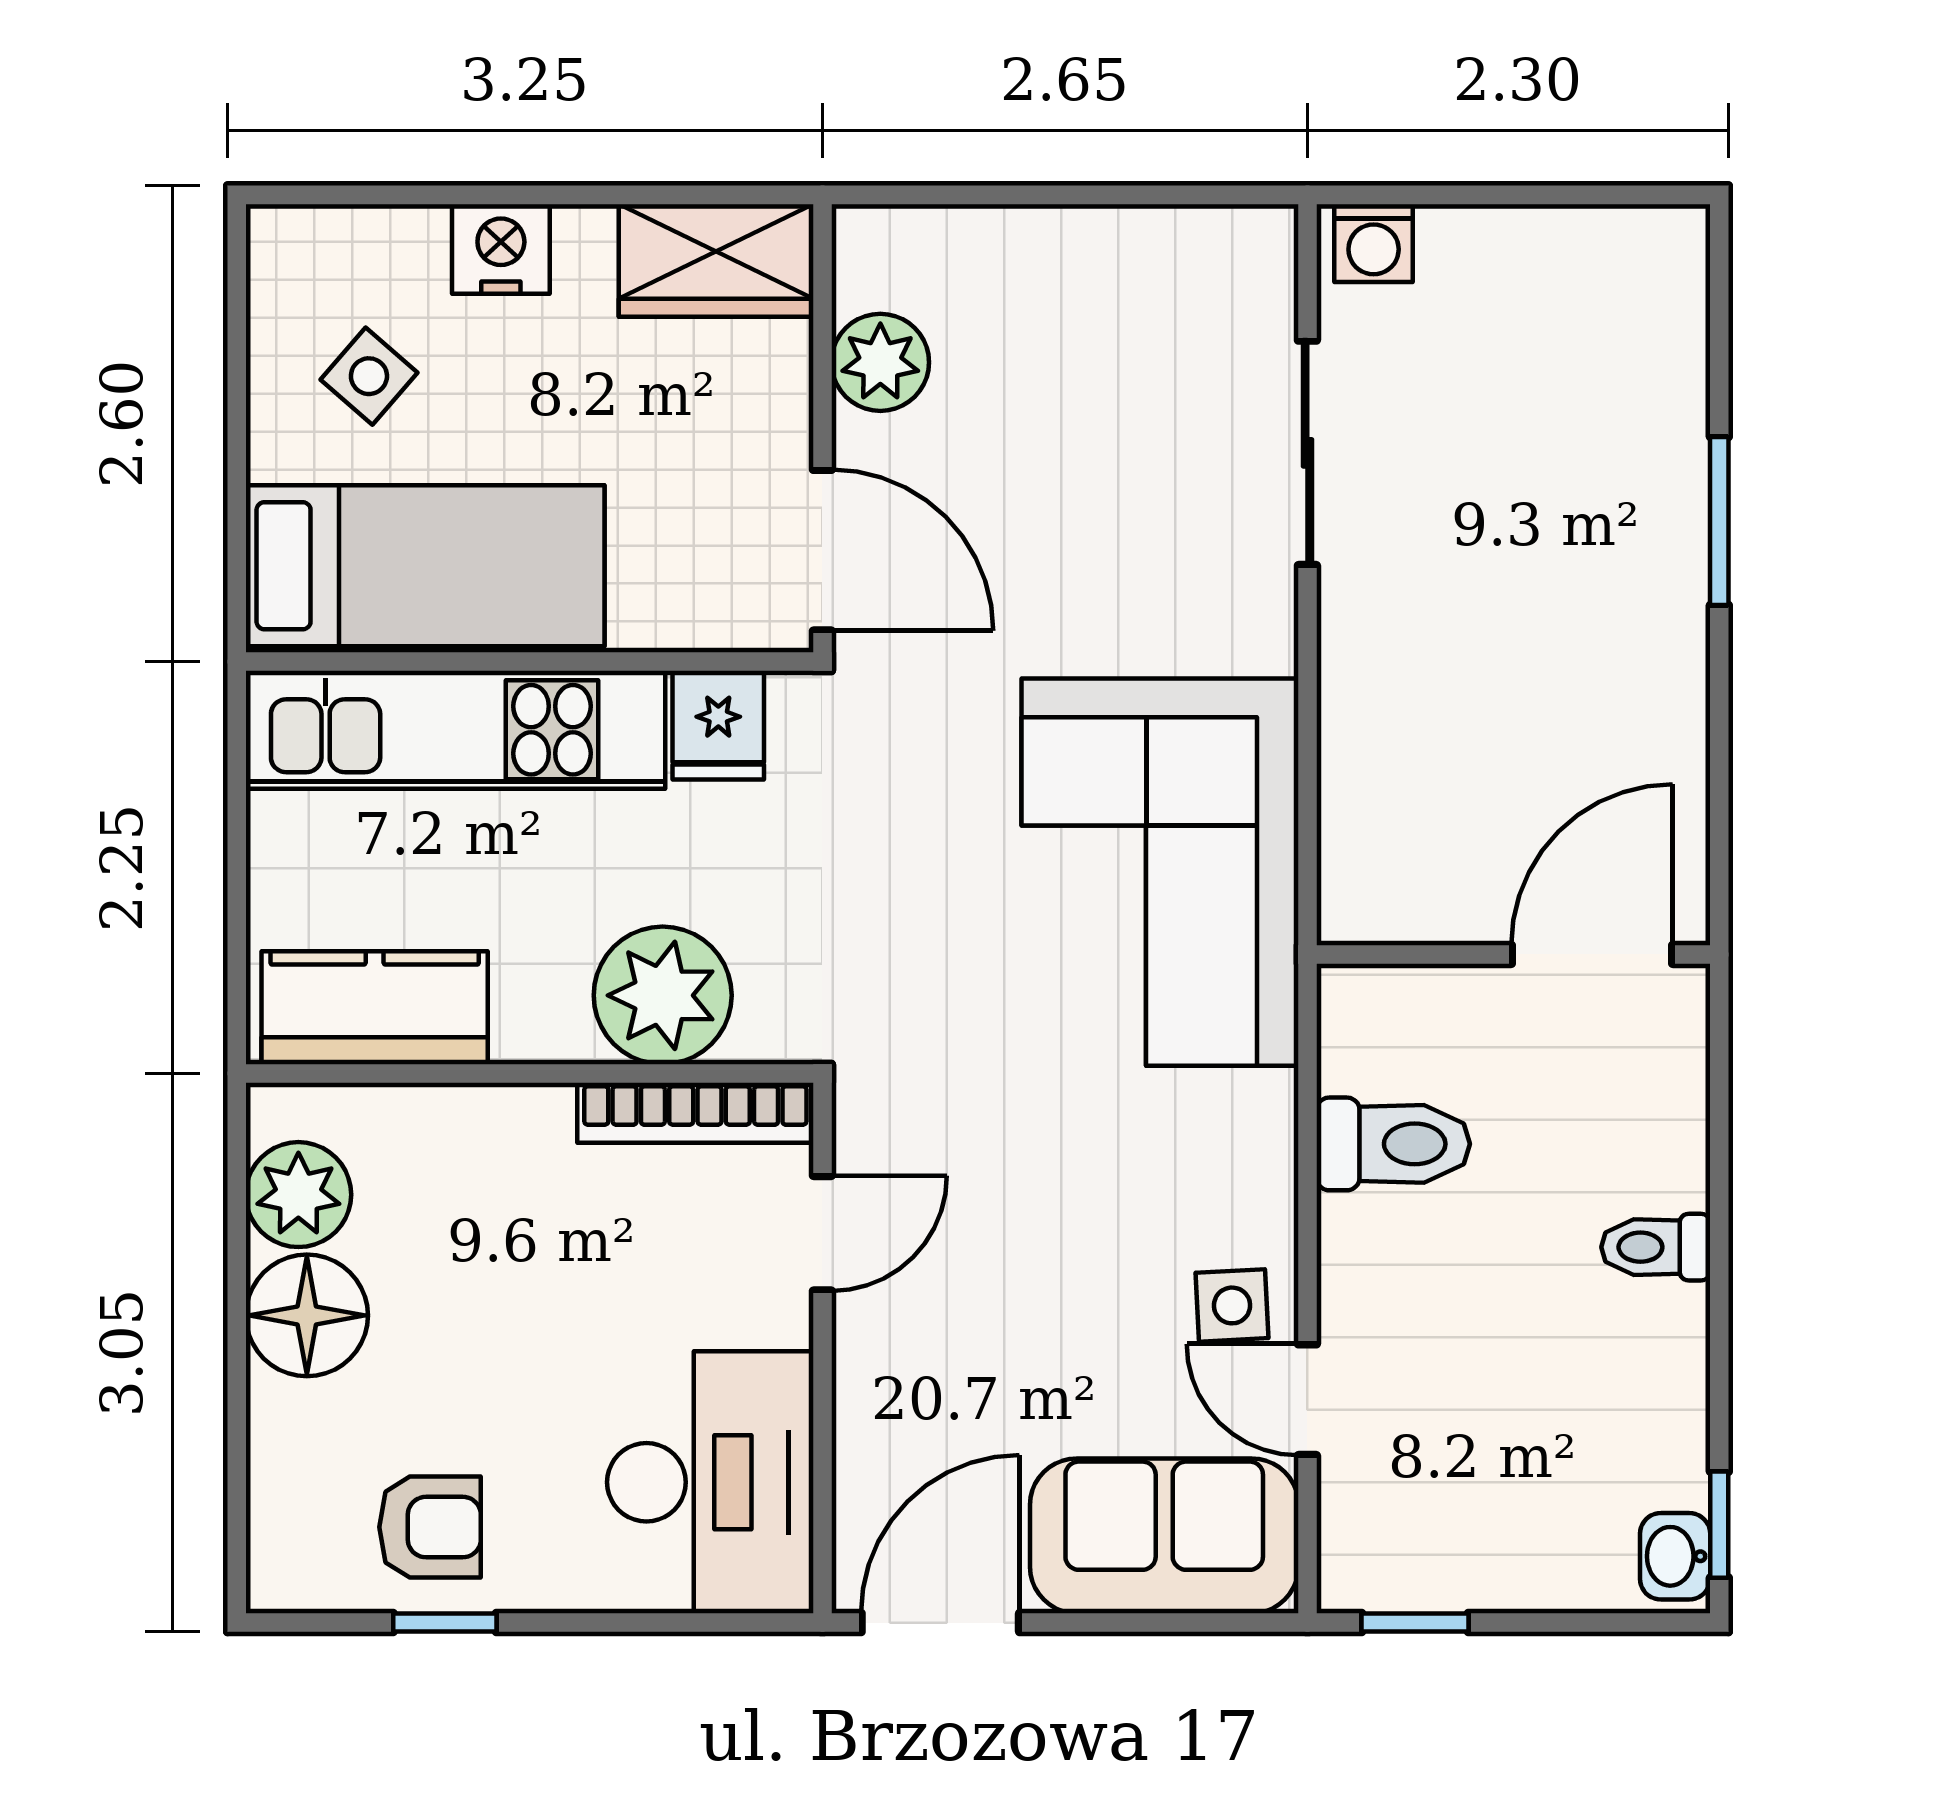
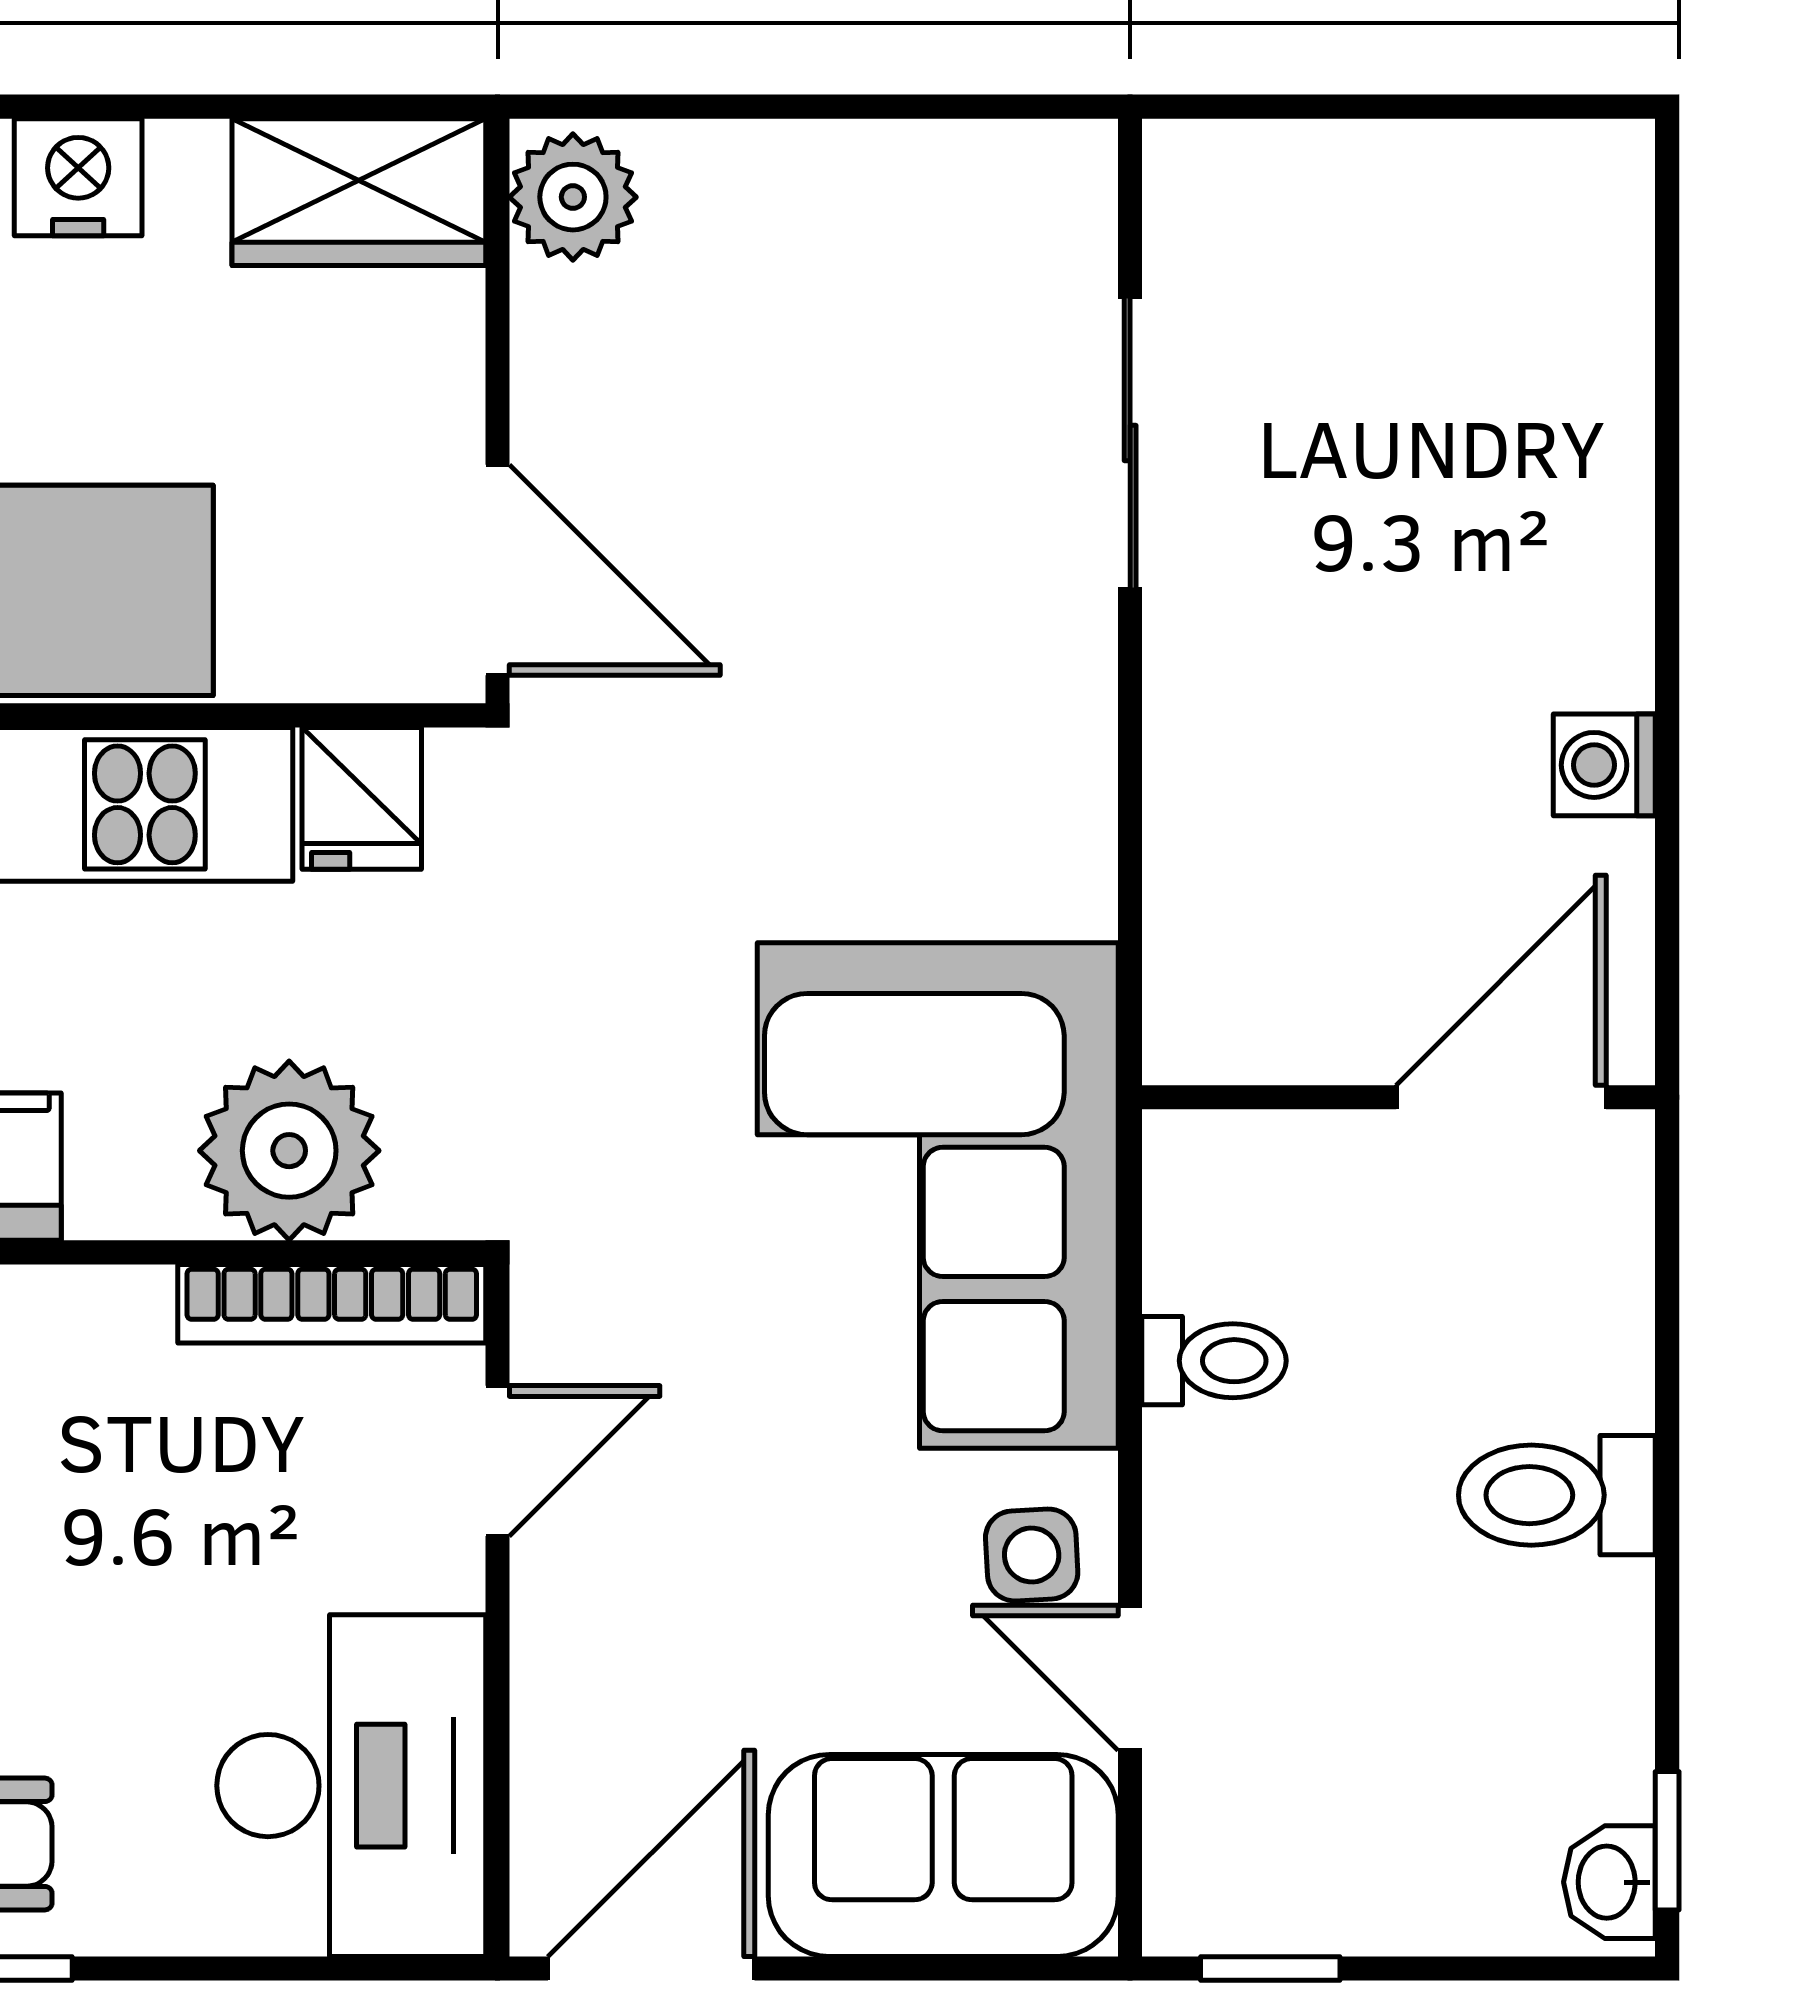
washing machine: (1374, 243) -> (1604, 765), moved, turned 90
plant: (880, 362) -> (573, 197), moved
window: (1719, 521) -> (1667, 532), removed
corner sofa: (1160, 872) -> (938, 1195), moved
toilet: (1393, 1144) -> (1214, 1361), width x0.73, depth x0.72
toilet: (1656, 1247) -> (1557, 1495), width x1.37, depth x1.39

